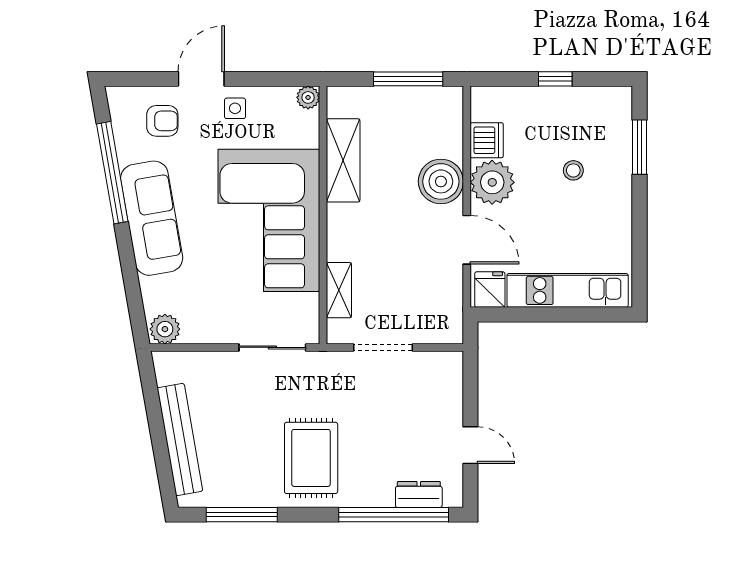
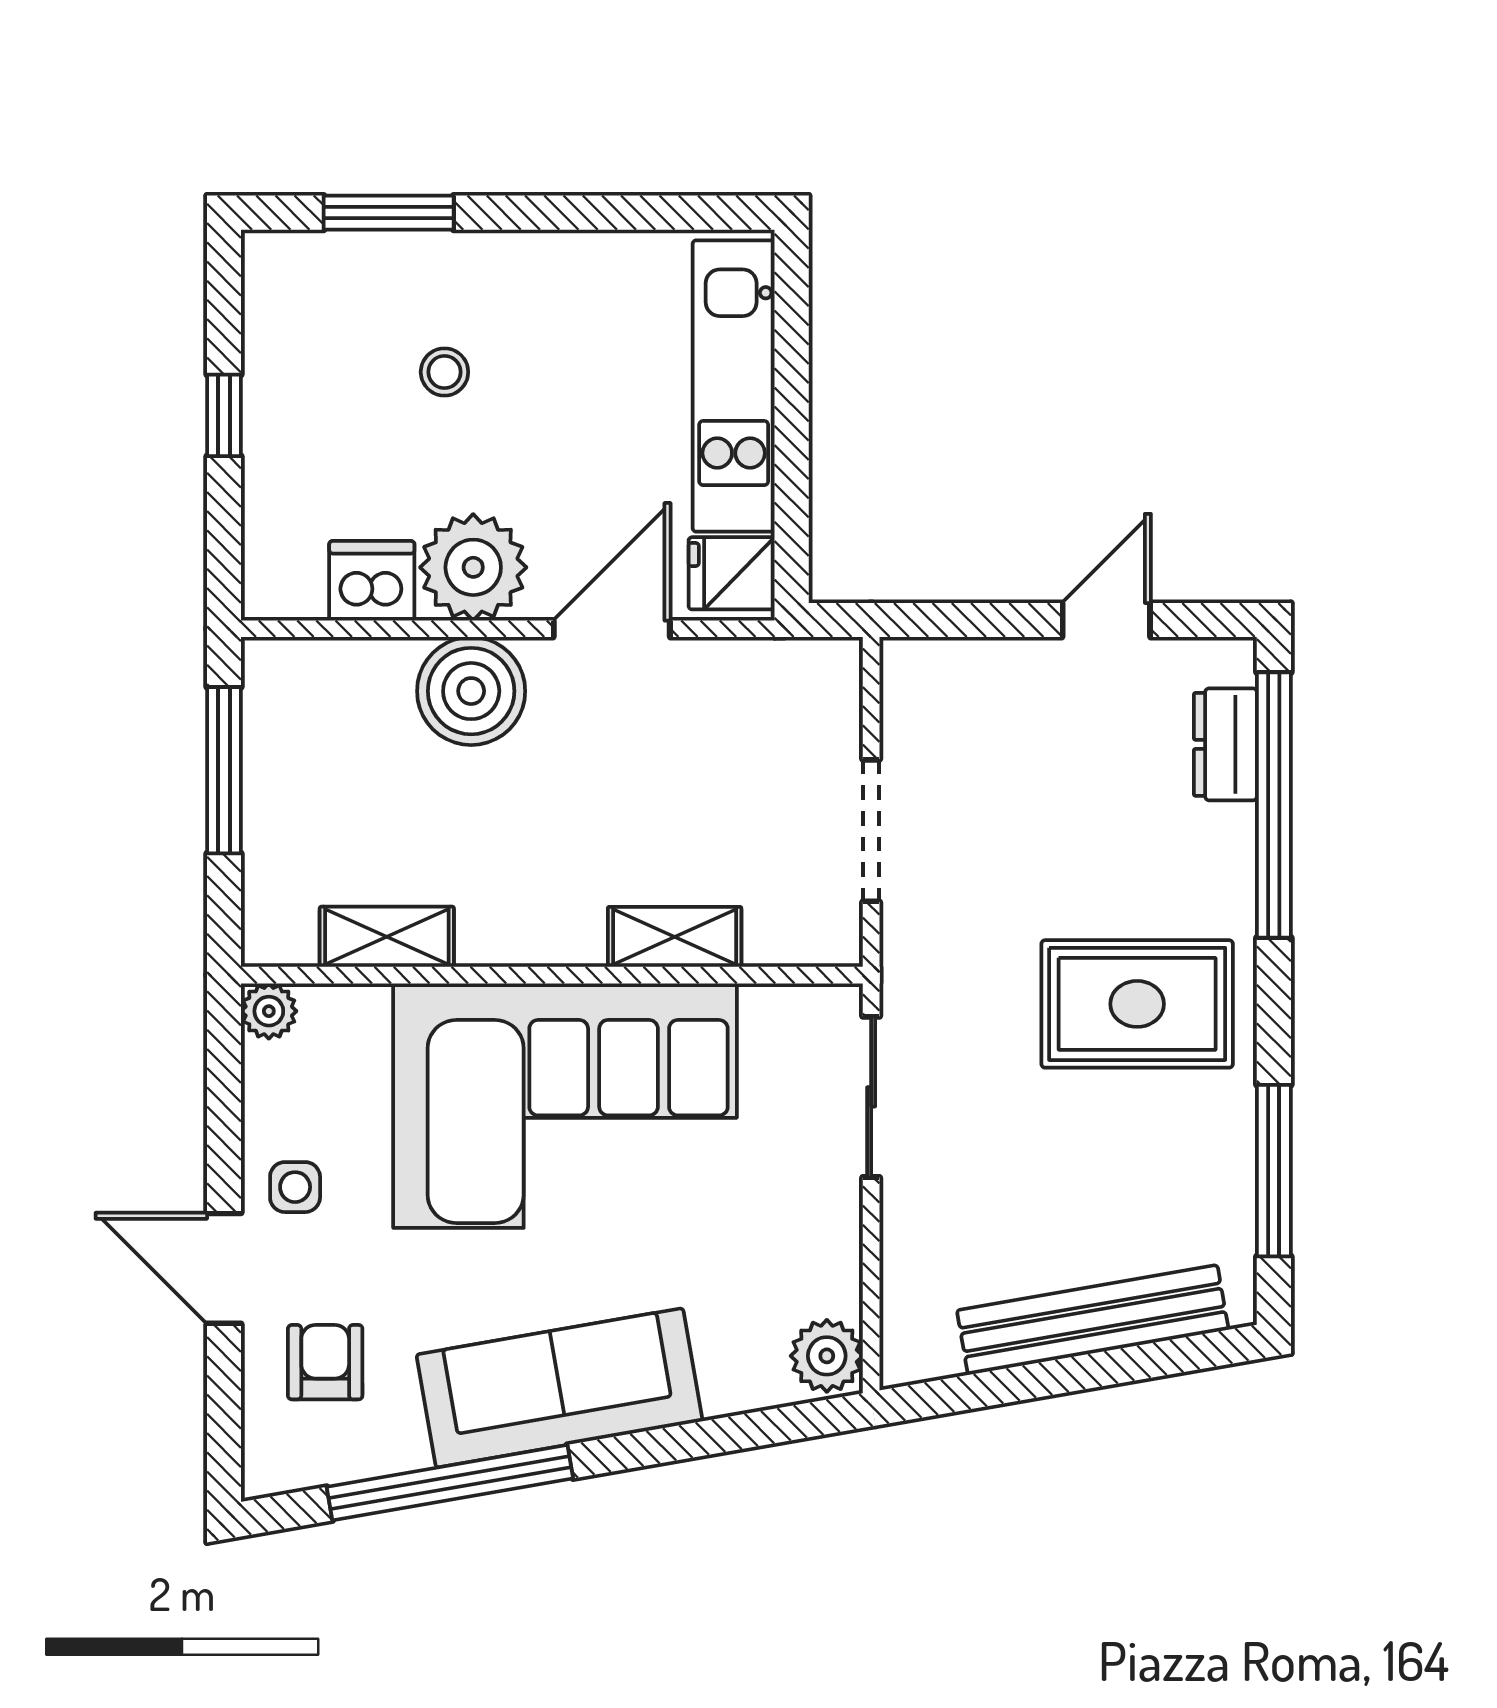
shelving: (343, 160) -> (387, 937), width x0.67, depth x0.75
shelving: (339, 290) -> (675, 937), moved

